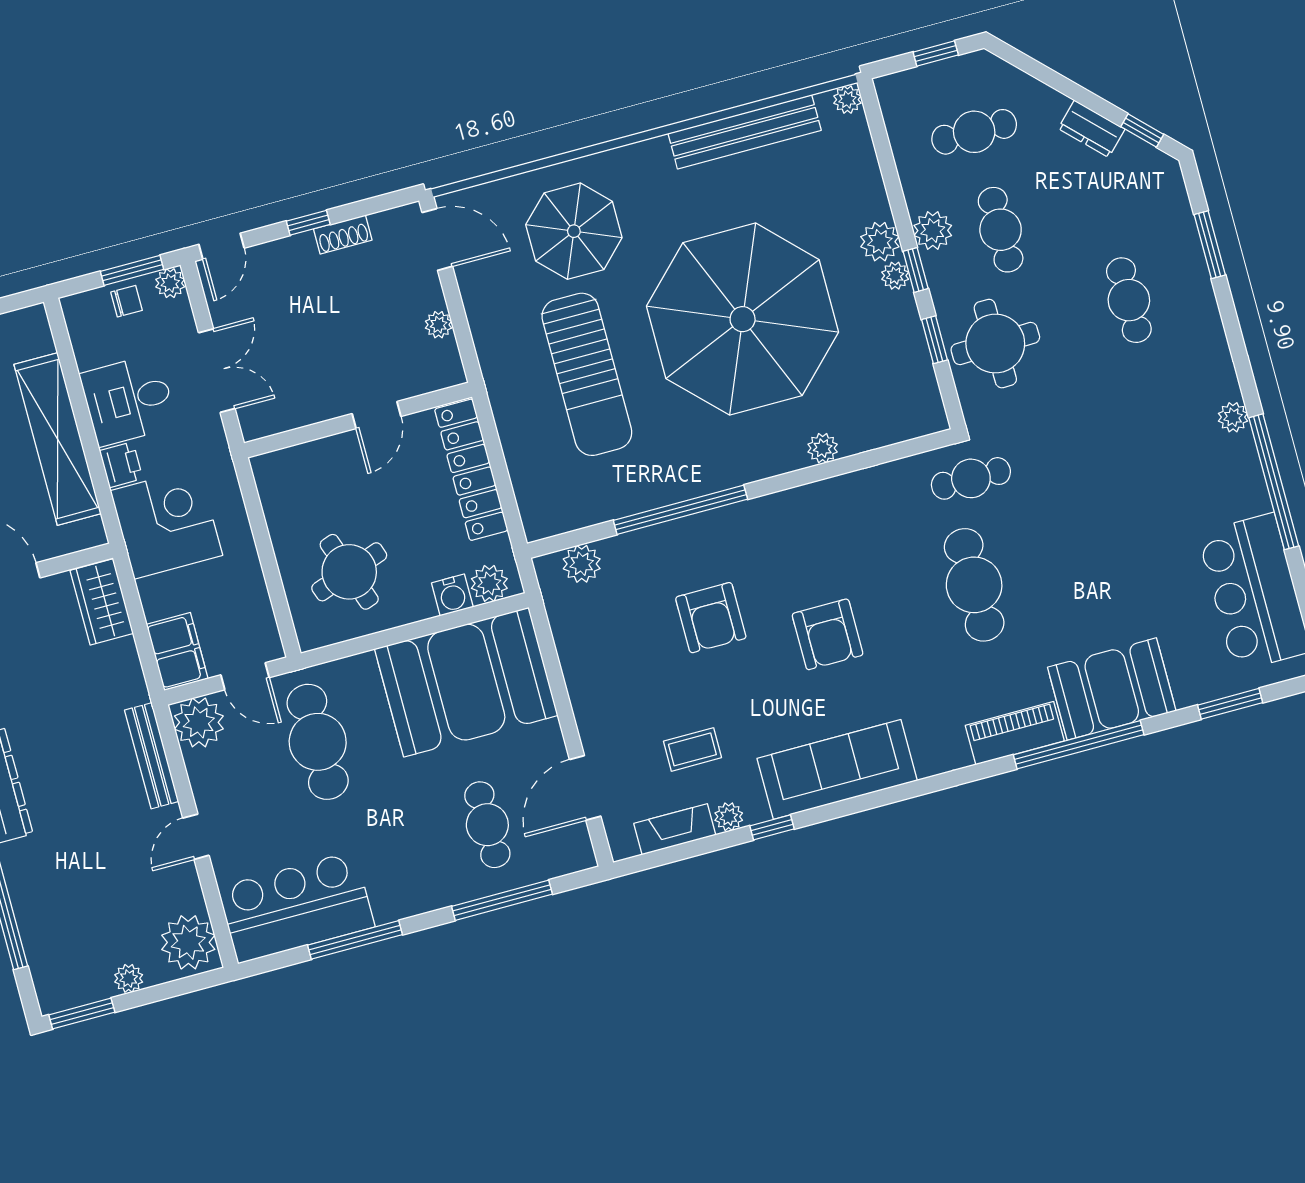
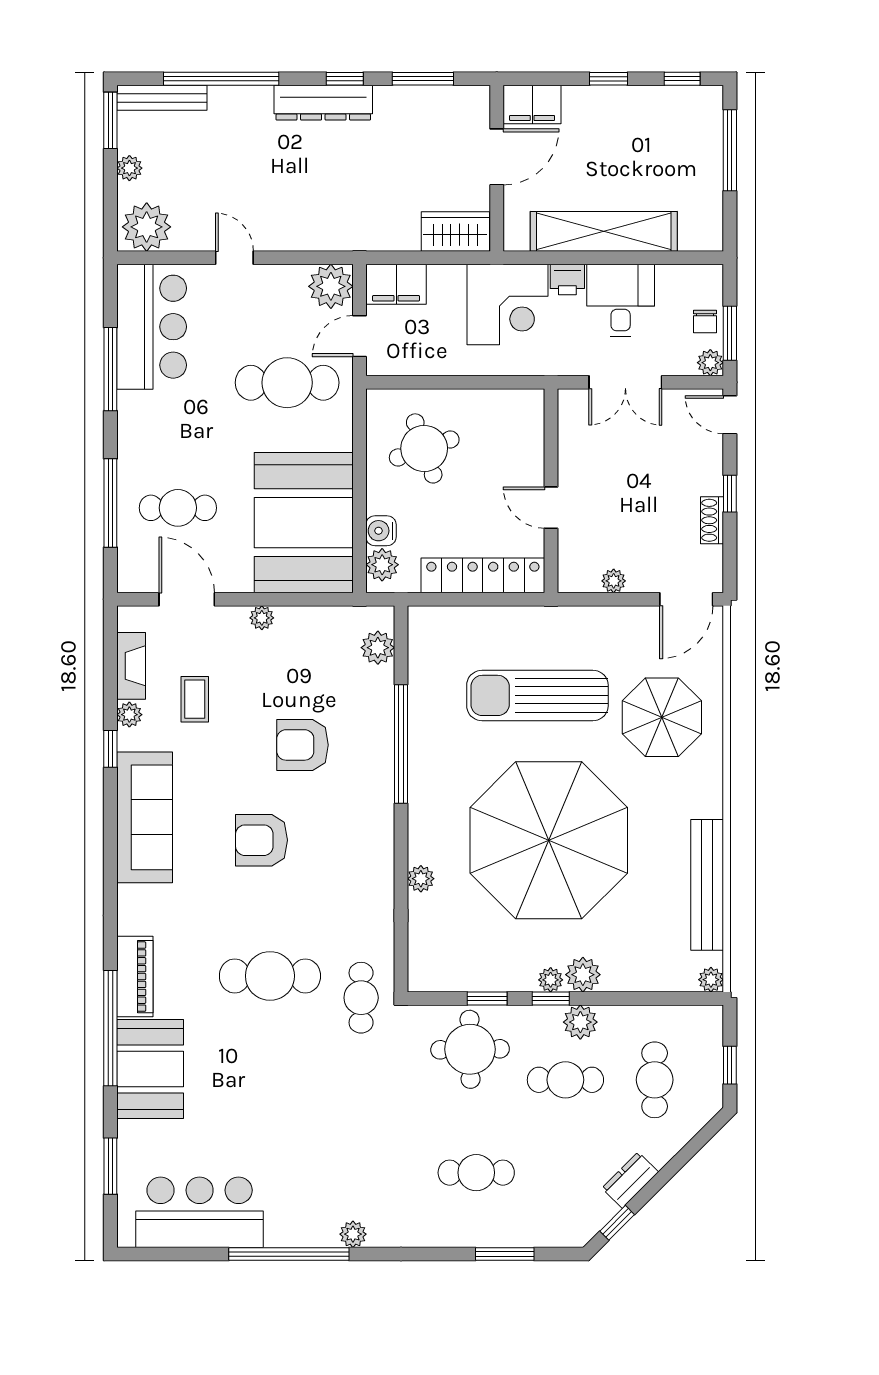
plant: (583, 700) -> (262, 618), added
bench: (152, 756) -> (162, 98), moved

